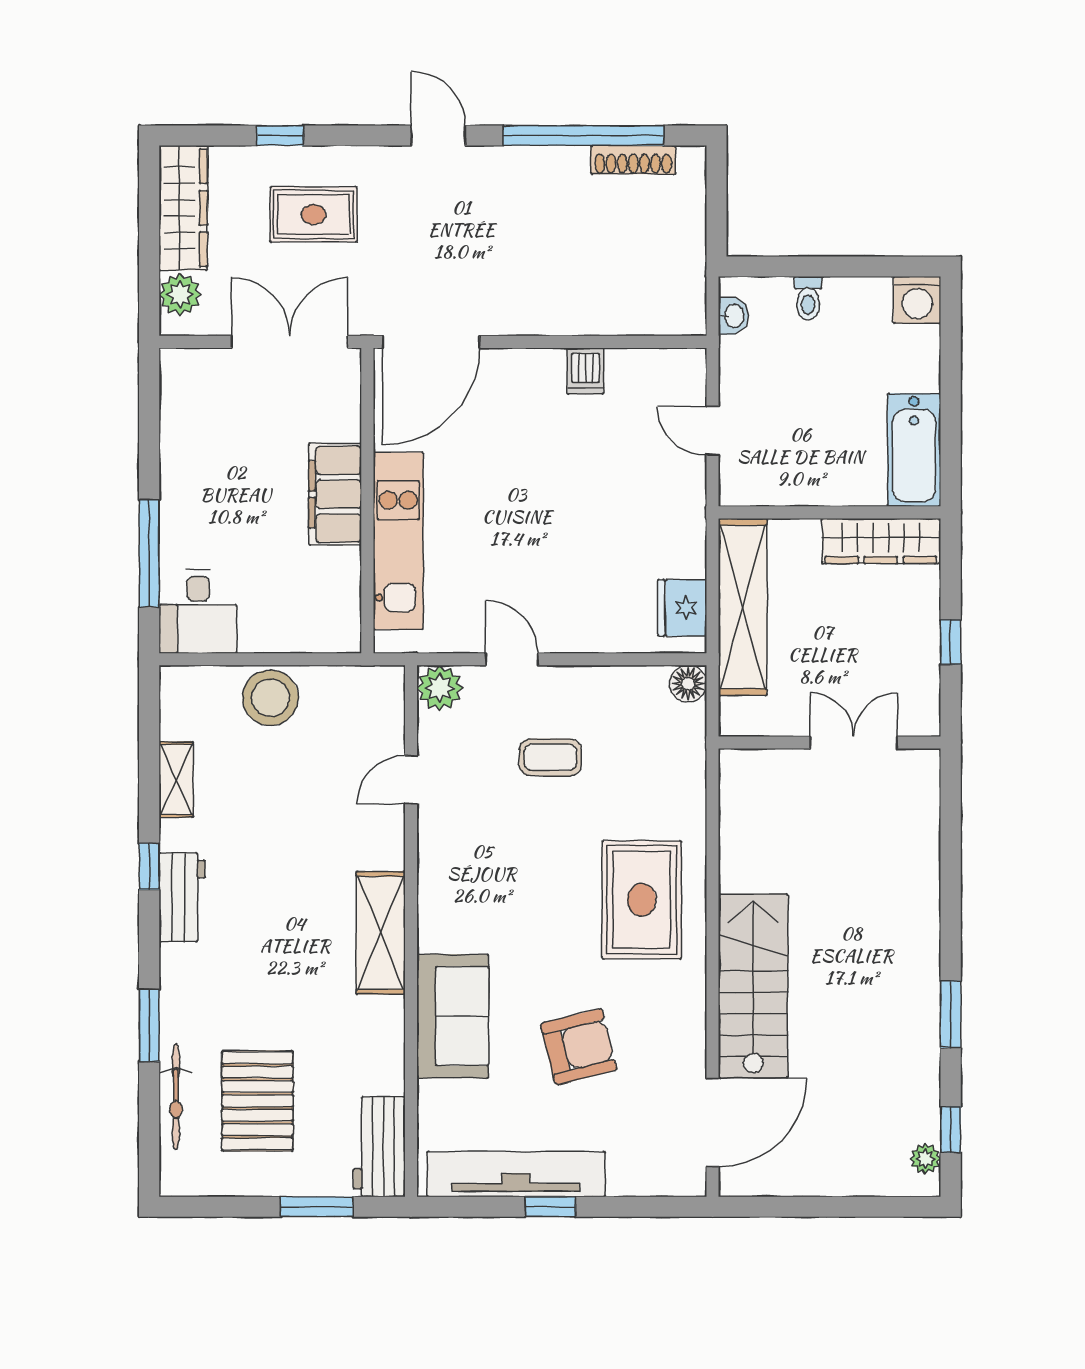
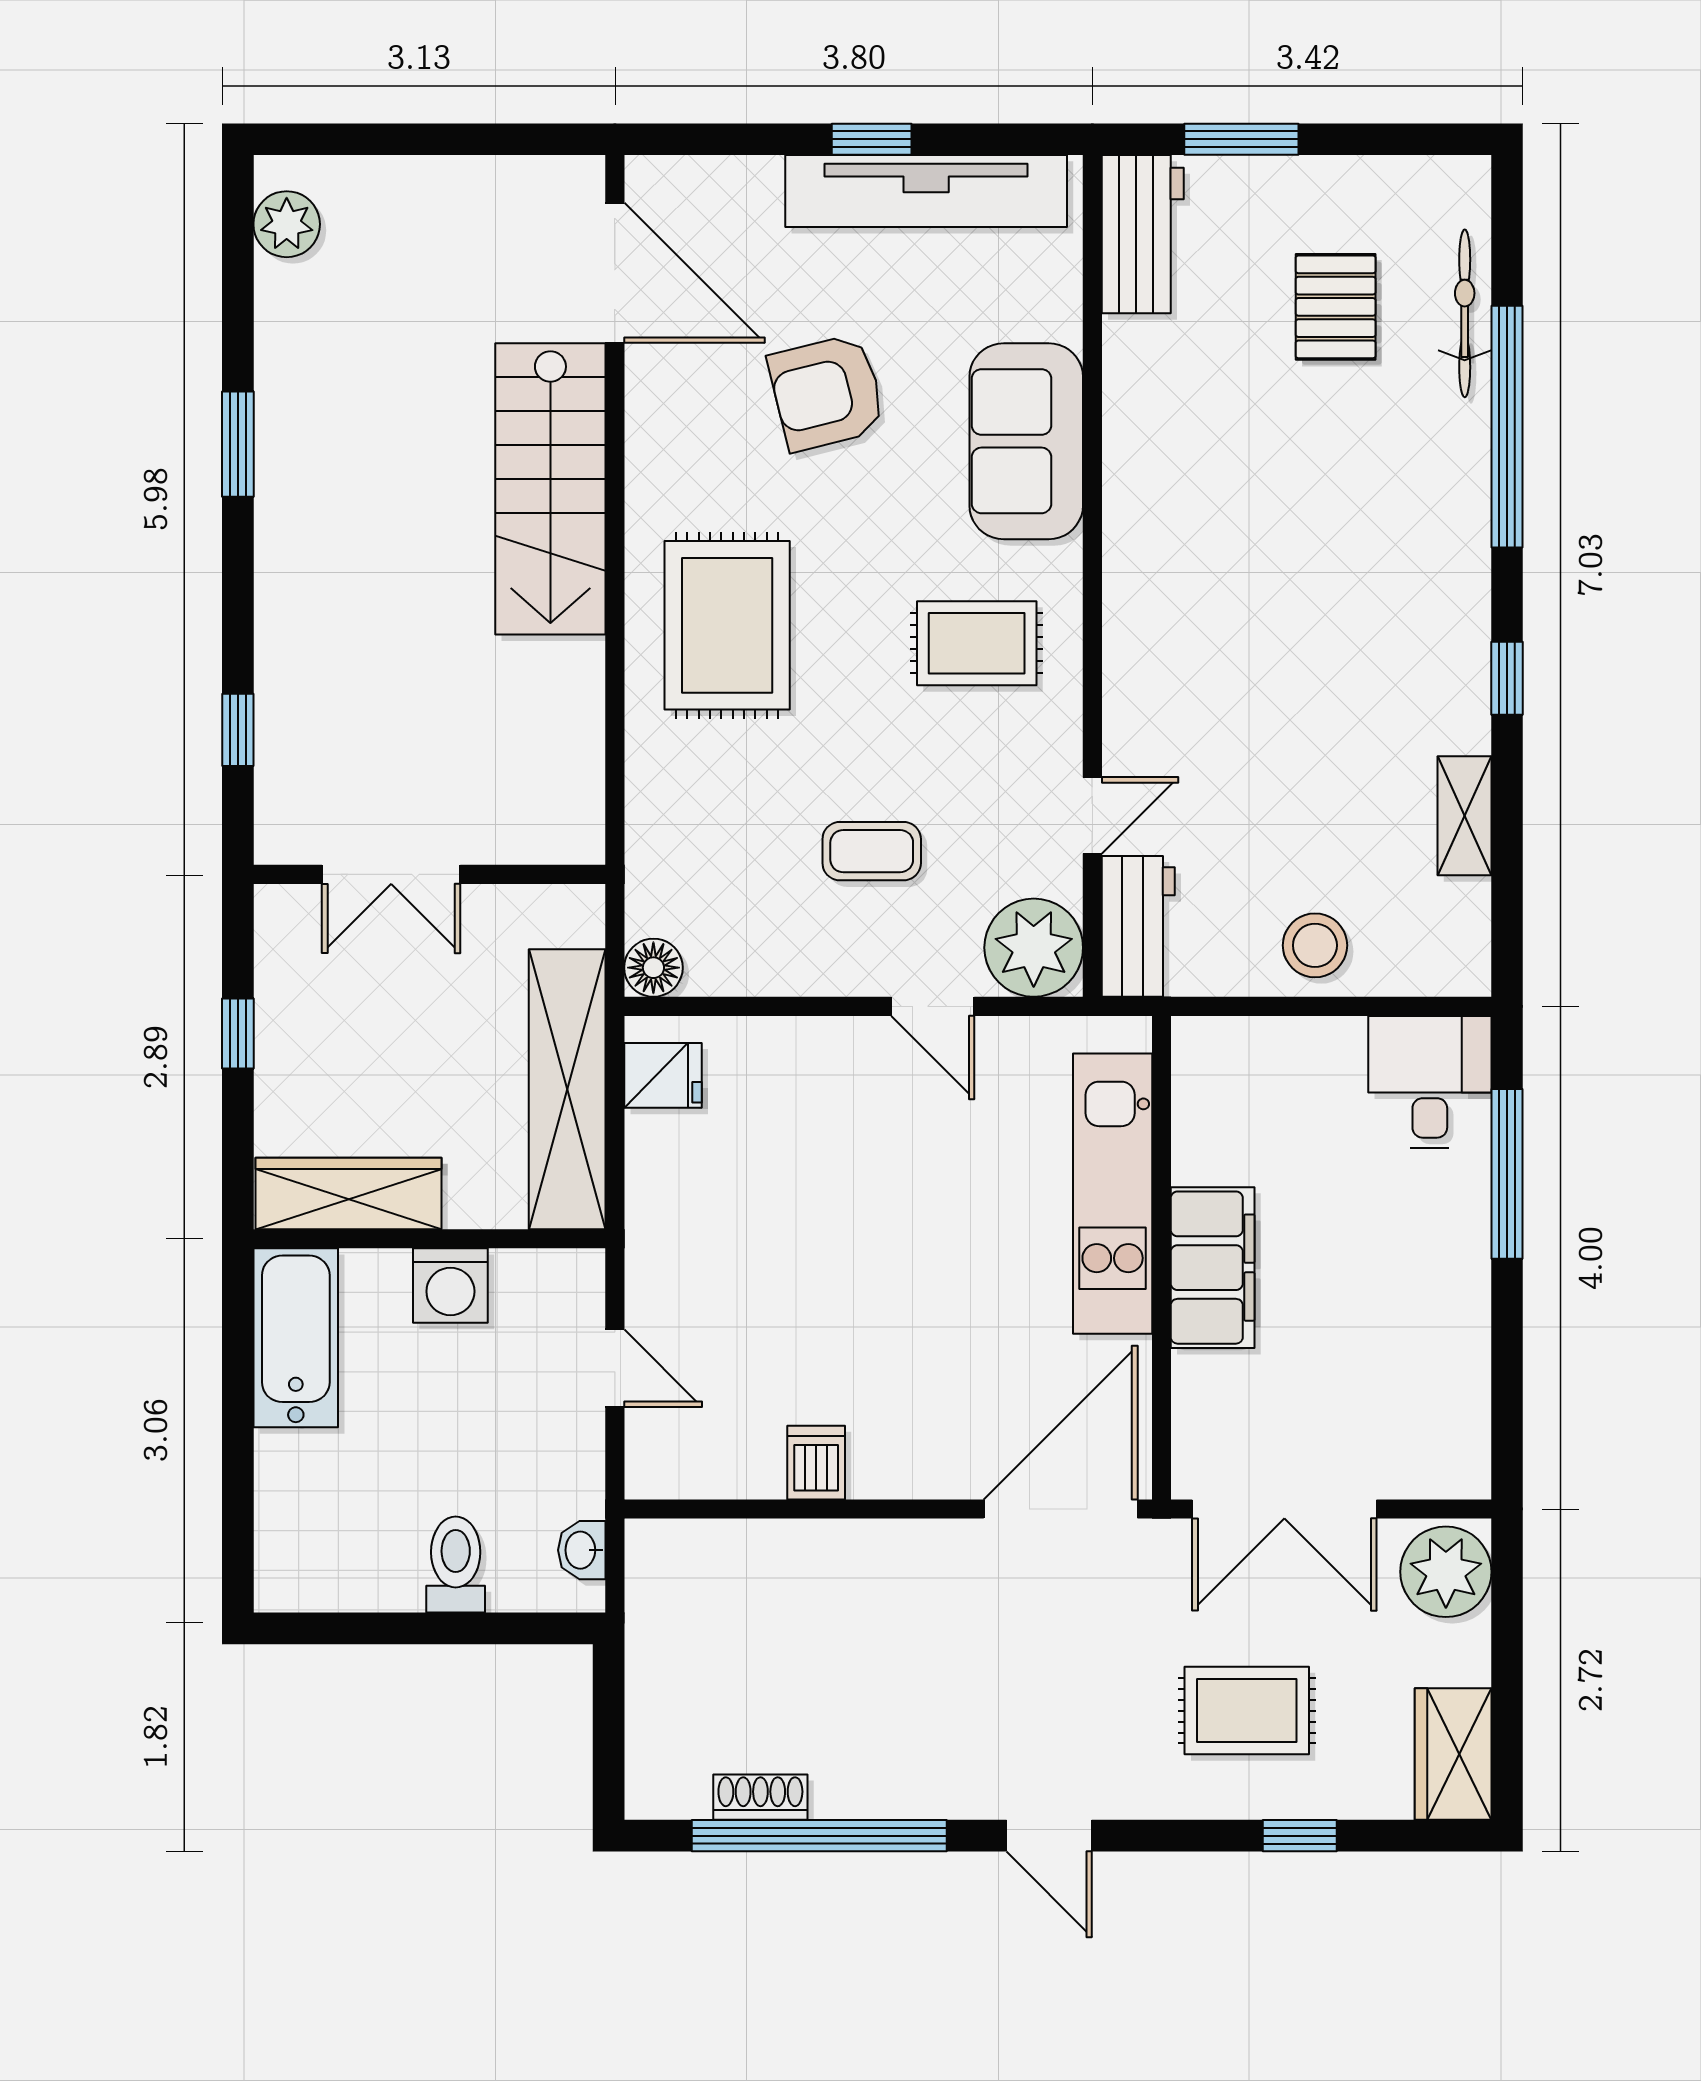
shoe rack: (633, 160) -> (760, 1797), width x0.70
wardrobe: (183, 208) -> (1453, 1754), width x0.67
plant: (180, 295) -> (1446, 1572), width x1.36, depth x1.36
toilet: (808, 298) -> (456, 1565), width x1.37, depth x1.39
washing machine: (917, 300) -> (450, 1286), moved, turned 180
fridge: (682, 608) -> (663, 1075), width x0.72
plant: (440, 688) -> (1034, 948), width x1.36, depth x1.36
stool: (270, 698) -> (1315, 945), width x0.73, depth x0.73
rug: (484, 888) -> (977, 643), added
workbench: (182, 897) -> (1138, 926), moved, turned 180
shelving: (381, 933) -> (1141, 573), removed
window: (149, 1025) -> (1507, 427), width x2.11
pallet: (257, 1101) -> (1336, 307), width x0.67, depth x0.71
door: (713, 1122) -> (615, 273), swing flipped
window: (951, 1130) -> (238, 730), moved
plant: (925, 1159) -> (287, 224), width x1.38, depth x1.38

